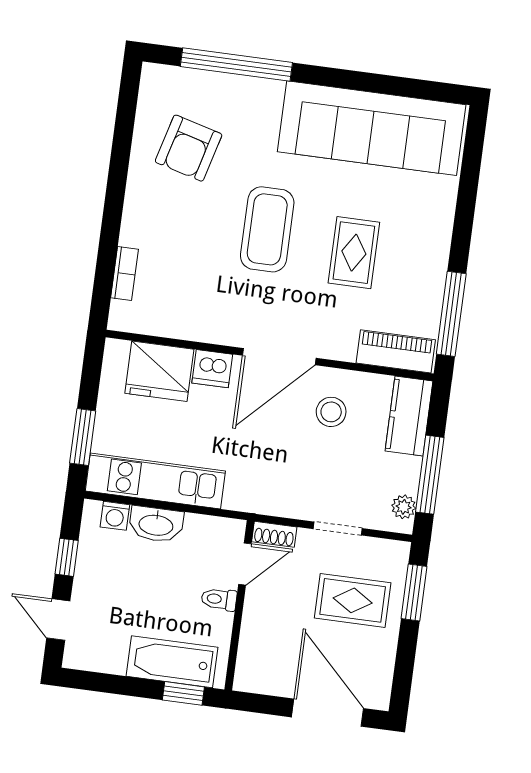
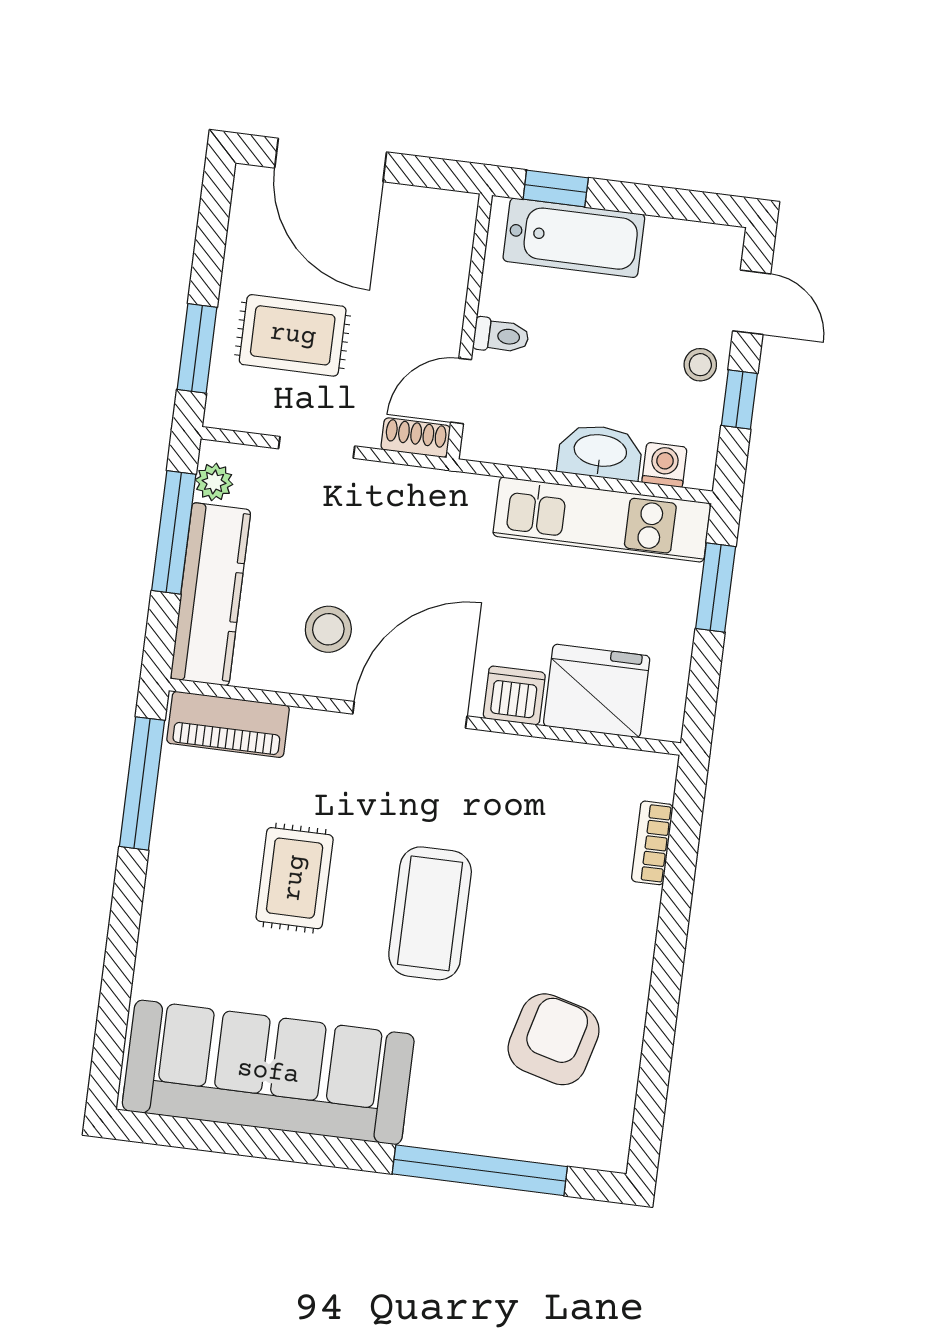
kitchen counter: (409, 416) -> (211, 594), width x1.50
stool: (92, 580) -> (700, 365), added

